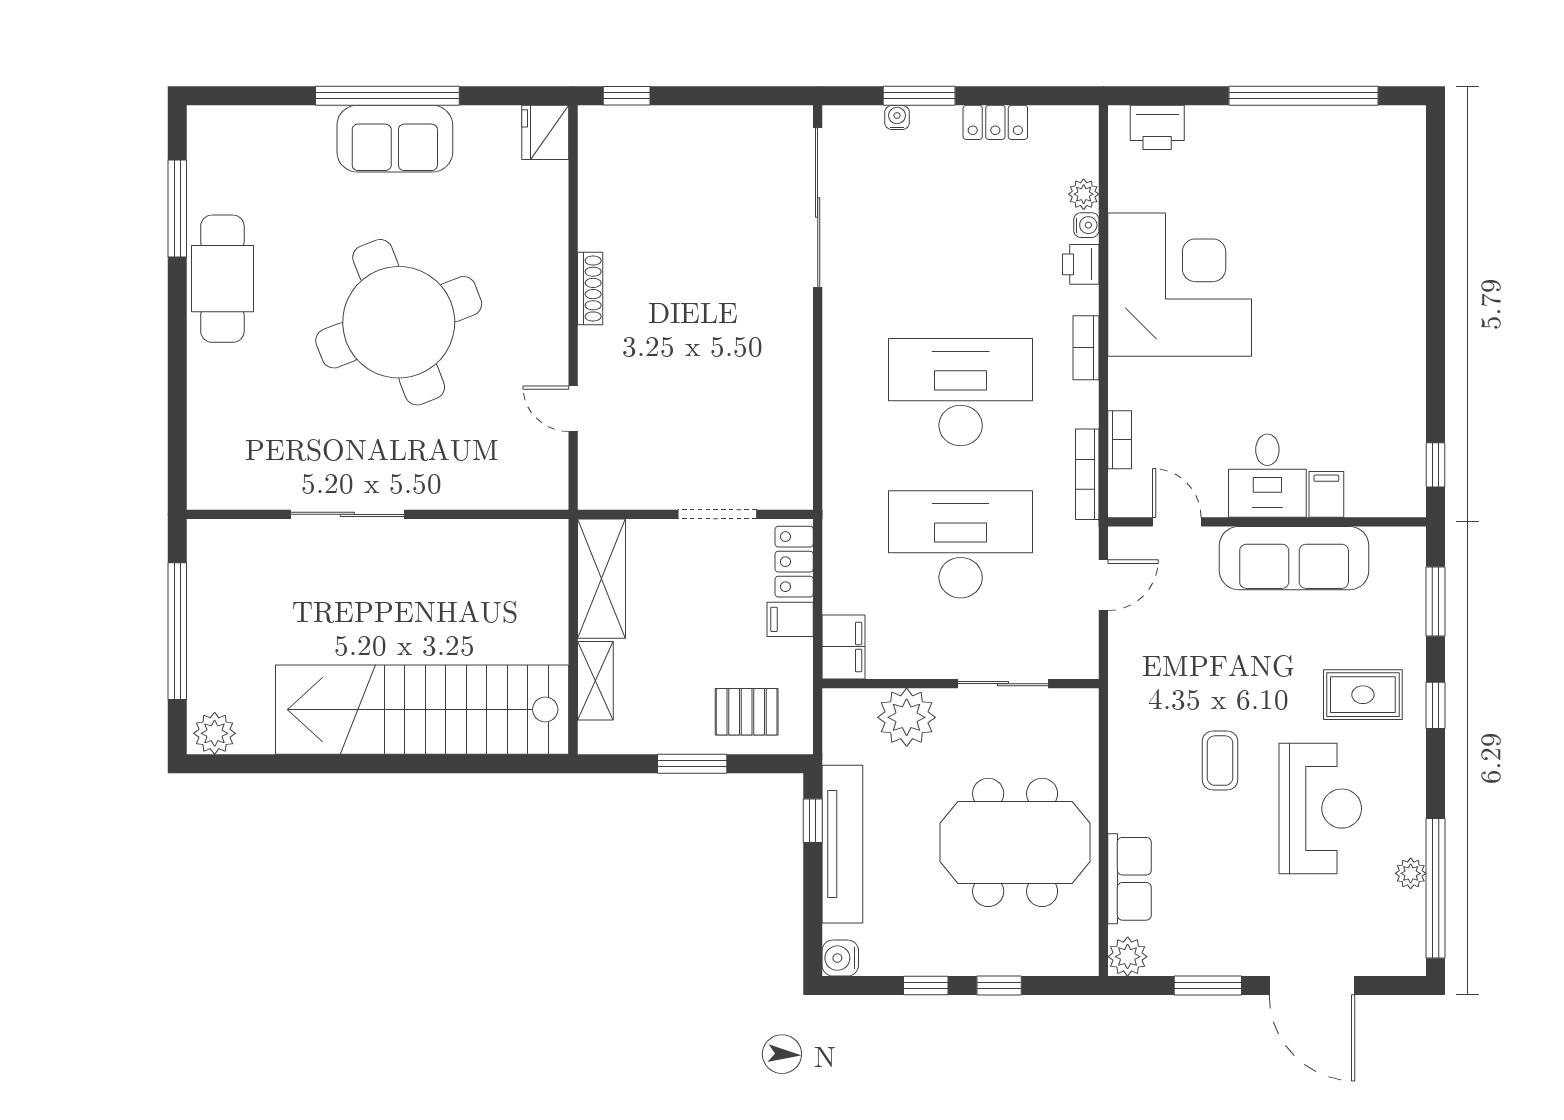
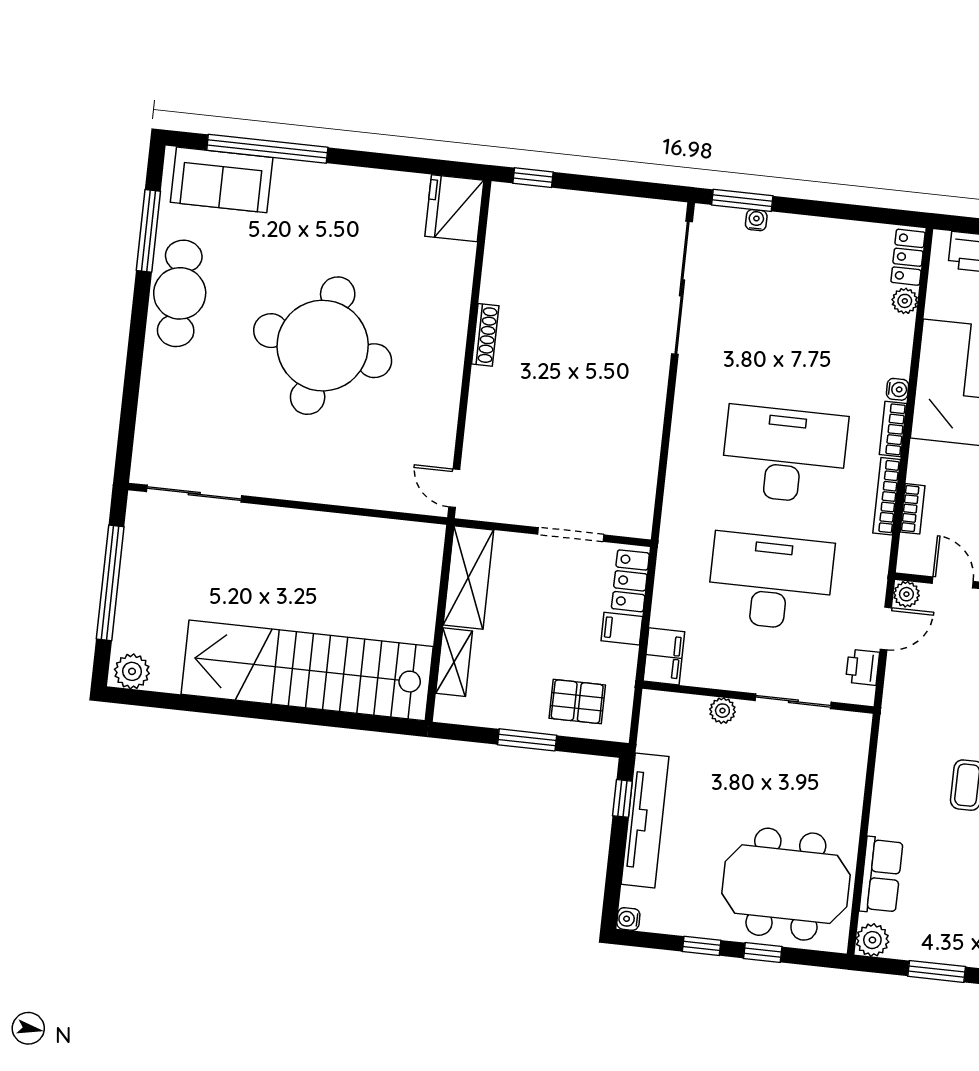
window: (387, 96) -> (267, 149), moved
window: (919, 96) -> (742, 200), moved
locker: (995, 122) -> (908, 257), moved, turned 90
fridge: (545, 132) -> (454, 208), width x1.36, depth x1.34
sofa: (395, 139) -> (222, 180), moved
water cooler: (1086, 225) -> (897, 389), moved
printer: (1081, 264) -> (863, 667), moved
round table: (399, 322) -> (323, 346), turned 31
door: (573, 409) -> (454, 488), moved
bookcase: (1087, 474) -> (887, 496), moved
sliding door: (347, 514) -> (194, 494), moved
plant: (1123, 542) -> (906, 594), added
plant: (907, 717) -> (722, 711), width x0.53, depth x0.53
meeting table: (1015, 842) -> (786, 884), moved
water cooler: (840, 958) -> (628, 919), width x0.72, depth x0.72

